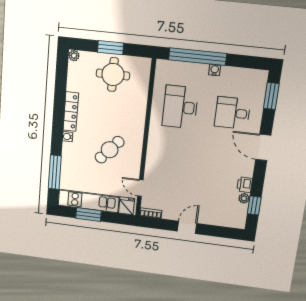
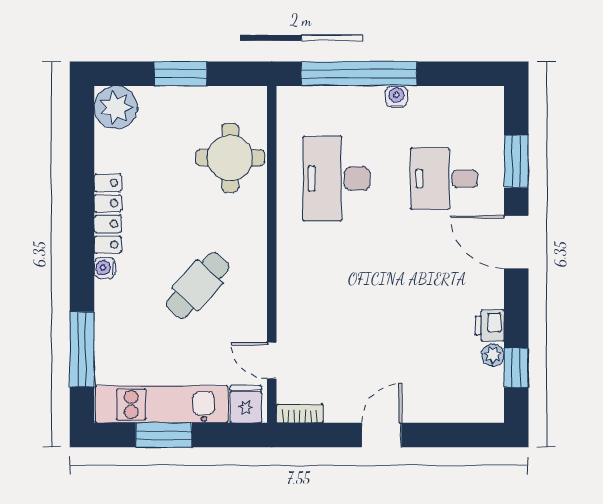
plant: (74, 56) -> (116, 107), width x1.87, depth x1.87
round table: (113, 74) -> (230, 158), moved
window: (271, 96) -> (516, 161), moved

